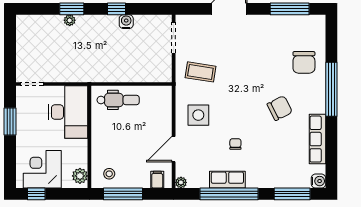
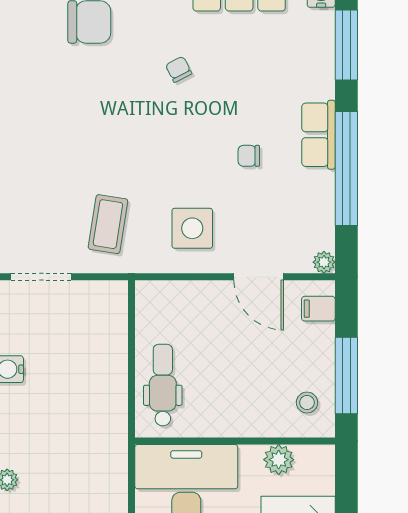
chair: (280, 108) -> (179, 69), width x0.54, depth x0.54
plant: (80, 176) -> (279, 460), moved
row of seats: (227, 180) -> (318, 135), moved

